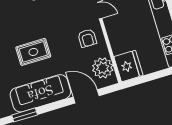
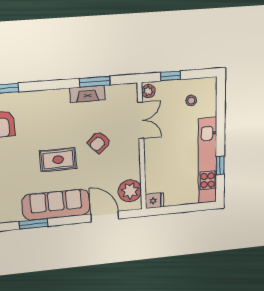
armchair: (87, 38) -> (99, 142), moved, turned 48
fridge: (128, 66) -> (155, 201), width x0.53, depth x0.75

